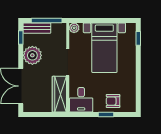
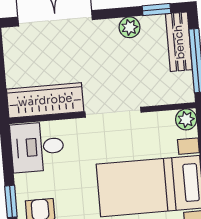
plant: (32, 55) -> (130, 27), width x0.53, depth x0.53

